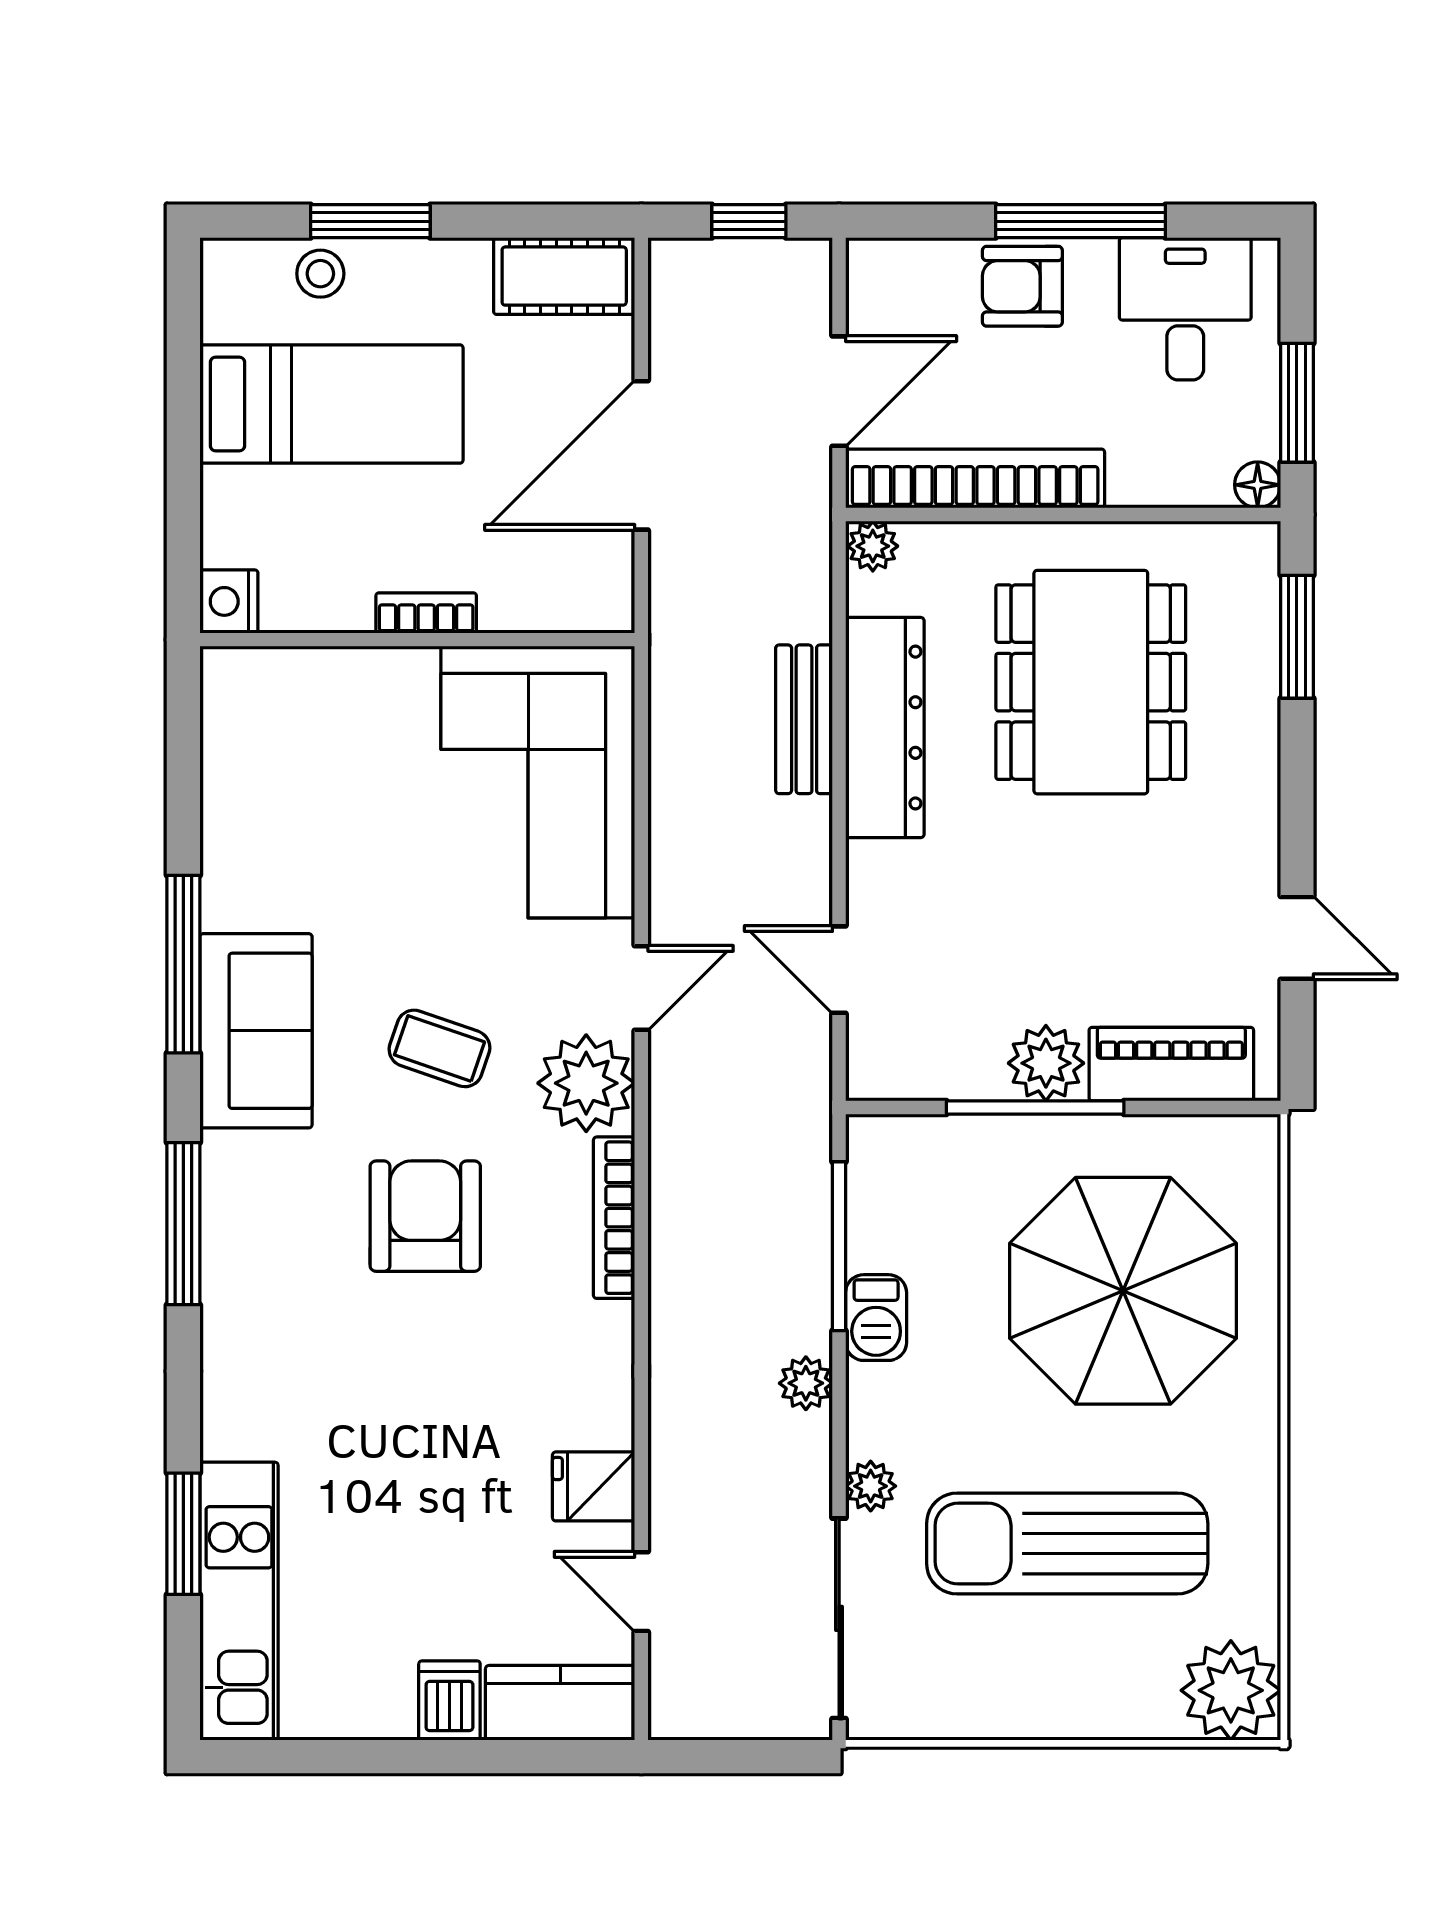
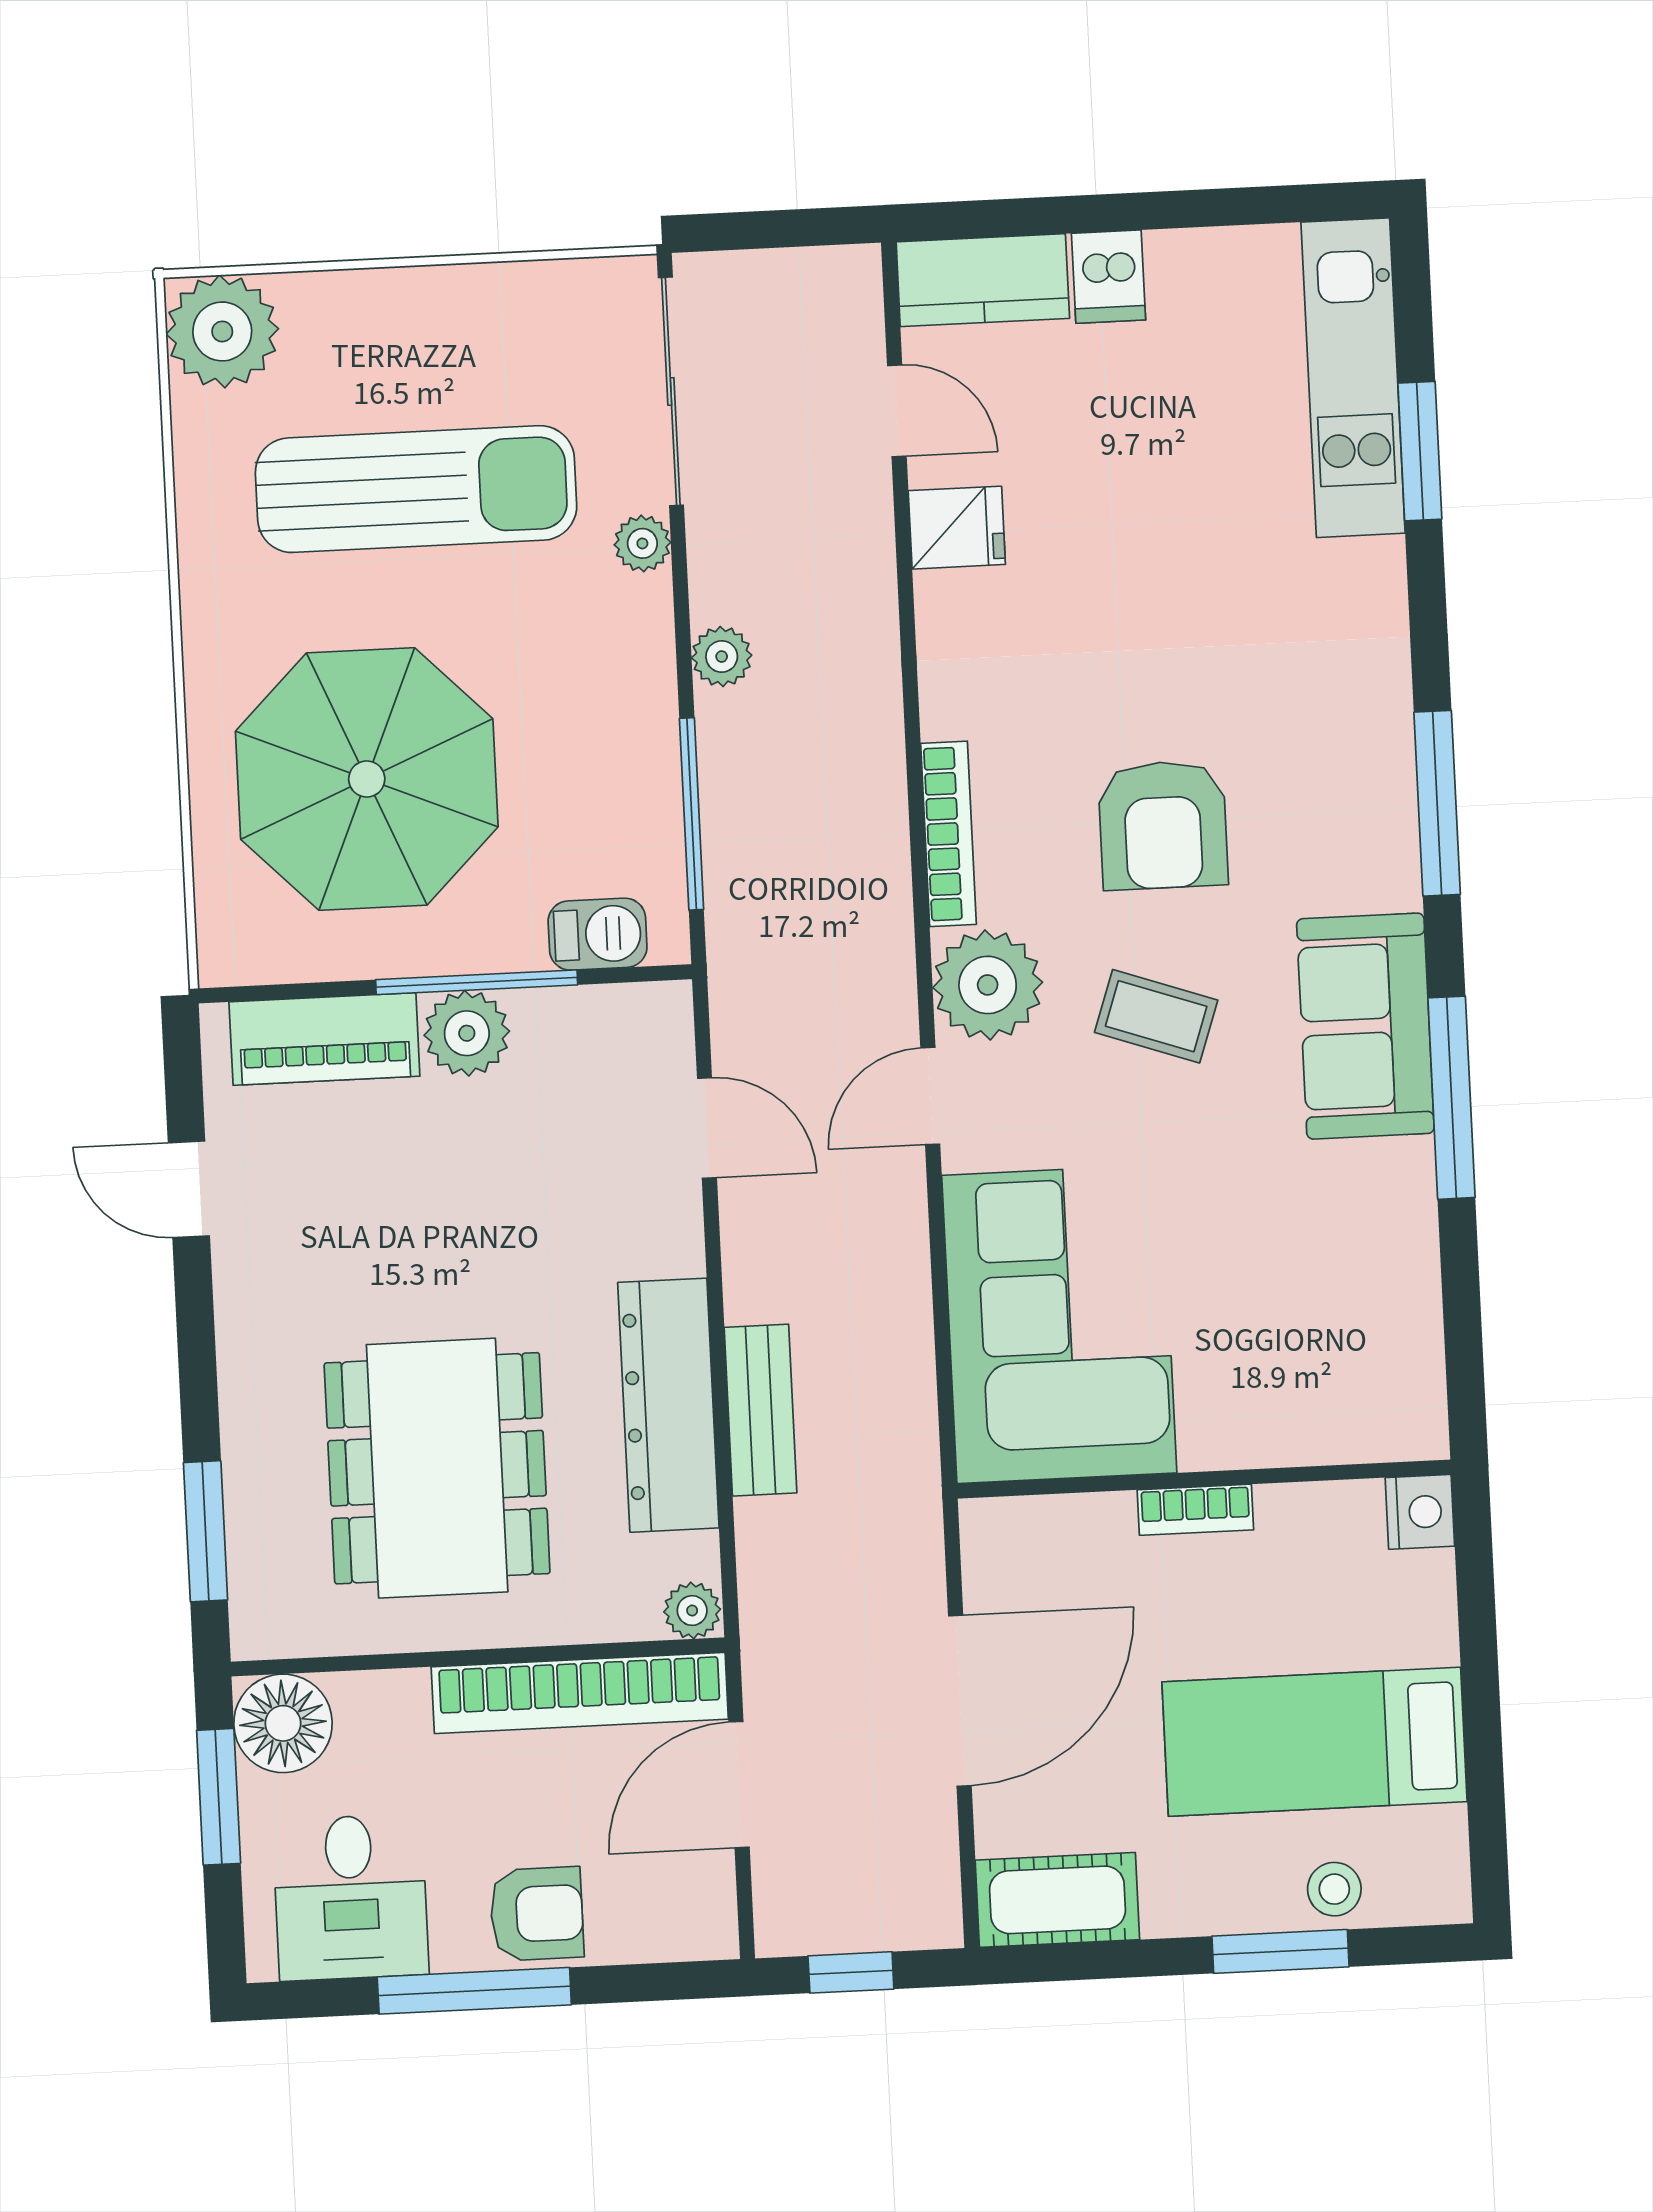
floor lamp: (1258, 485) -> (283, 1723), width x1.89, depth x1.89
barbecue: (876, 1318) -> (598, 934), moved, turned 90

